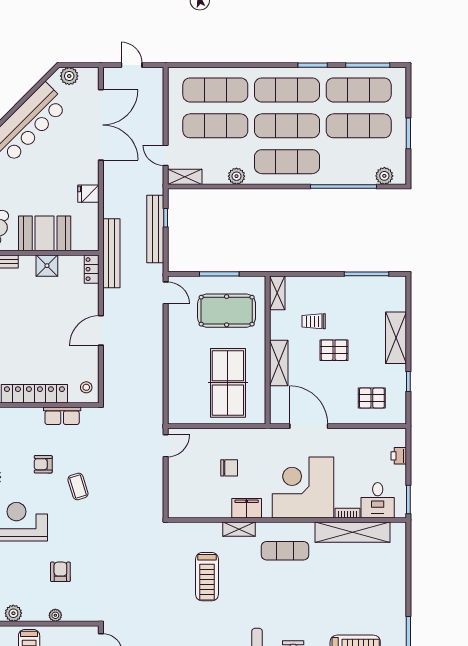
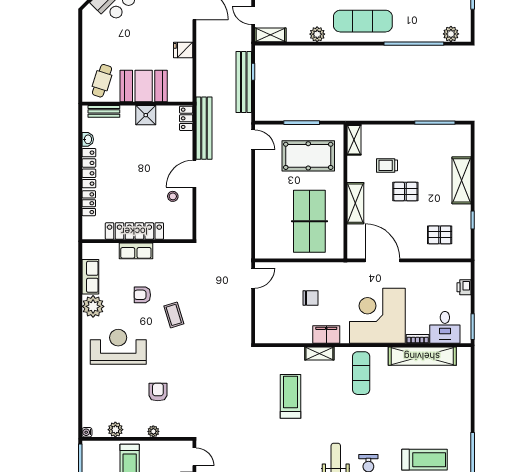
bench: (111, 253) -> (204, 128), moved
stool: (86, 387) -> (173, 196), moved
row of seats: (62, 416) -> (136, 251), moved
exercise mat: (285, 551) -> (361, 373), turned 90
treadmill: (207, 577) -> (291, 396), turned 180

